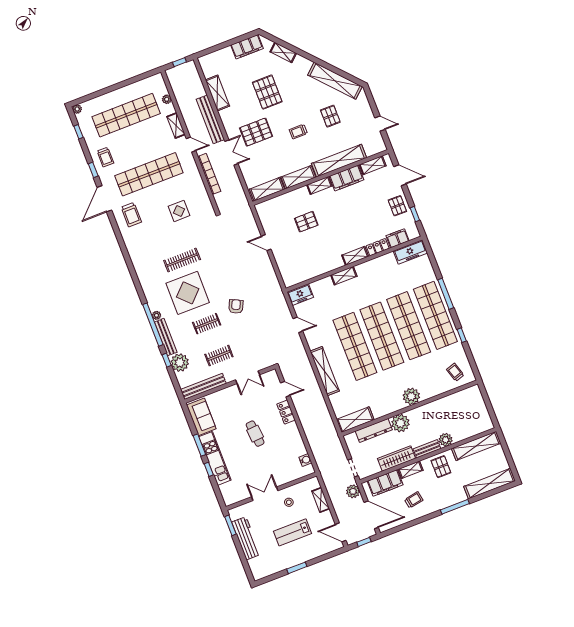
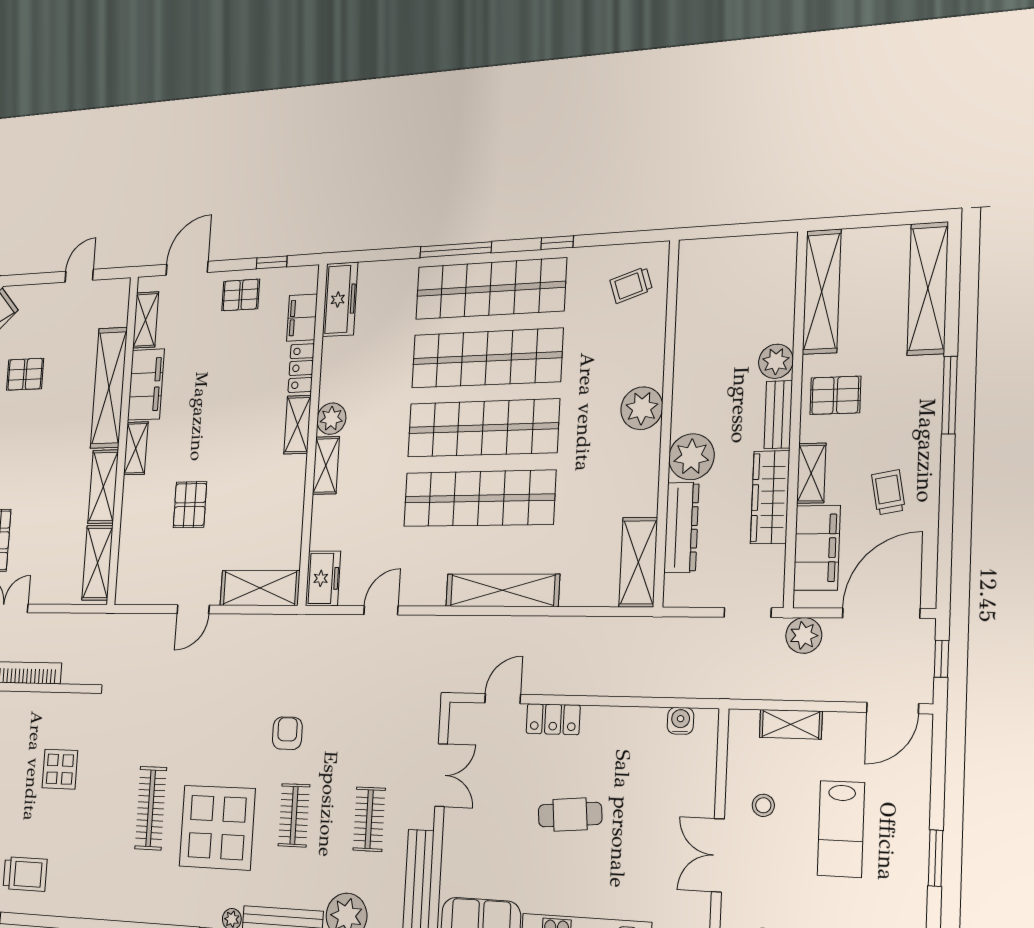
trolley: (298, 132) -> (24, 452), removed
shelving: (286, 269) -> (260, 588), added
plant: (363, 270) -> (331, 419), added
armchair: (236, 307) -> (287, 733), turned 65

